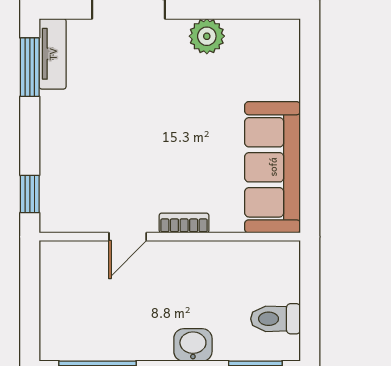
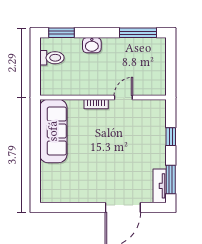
plant: (207, 36) -> (85, 194), removed
window: (30, 194) -> (171, 137), moved

